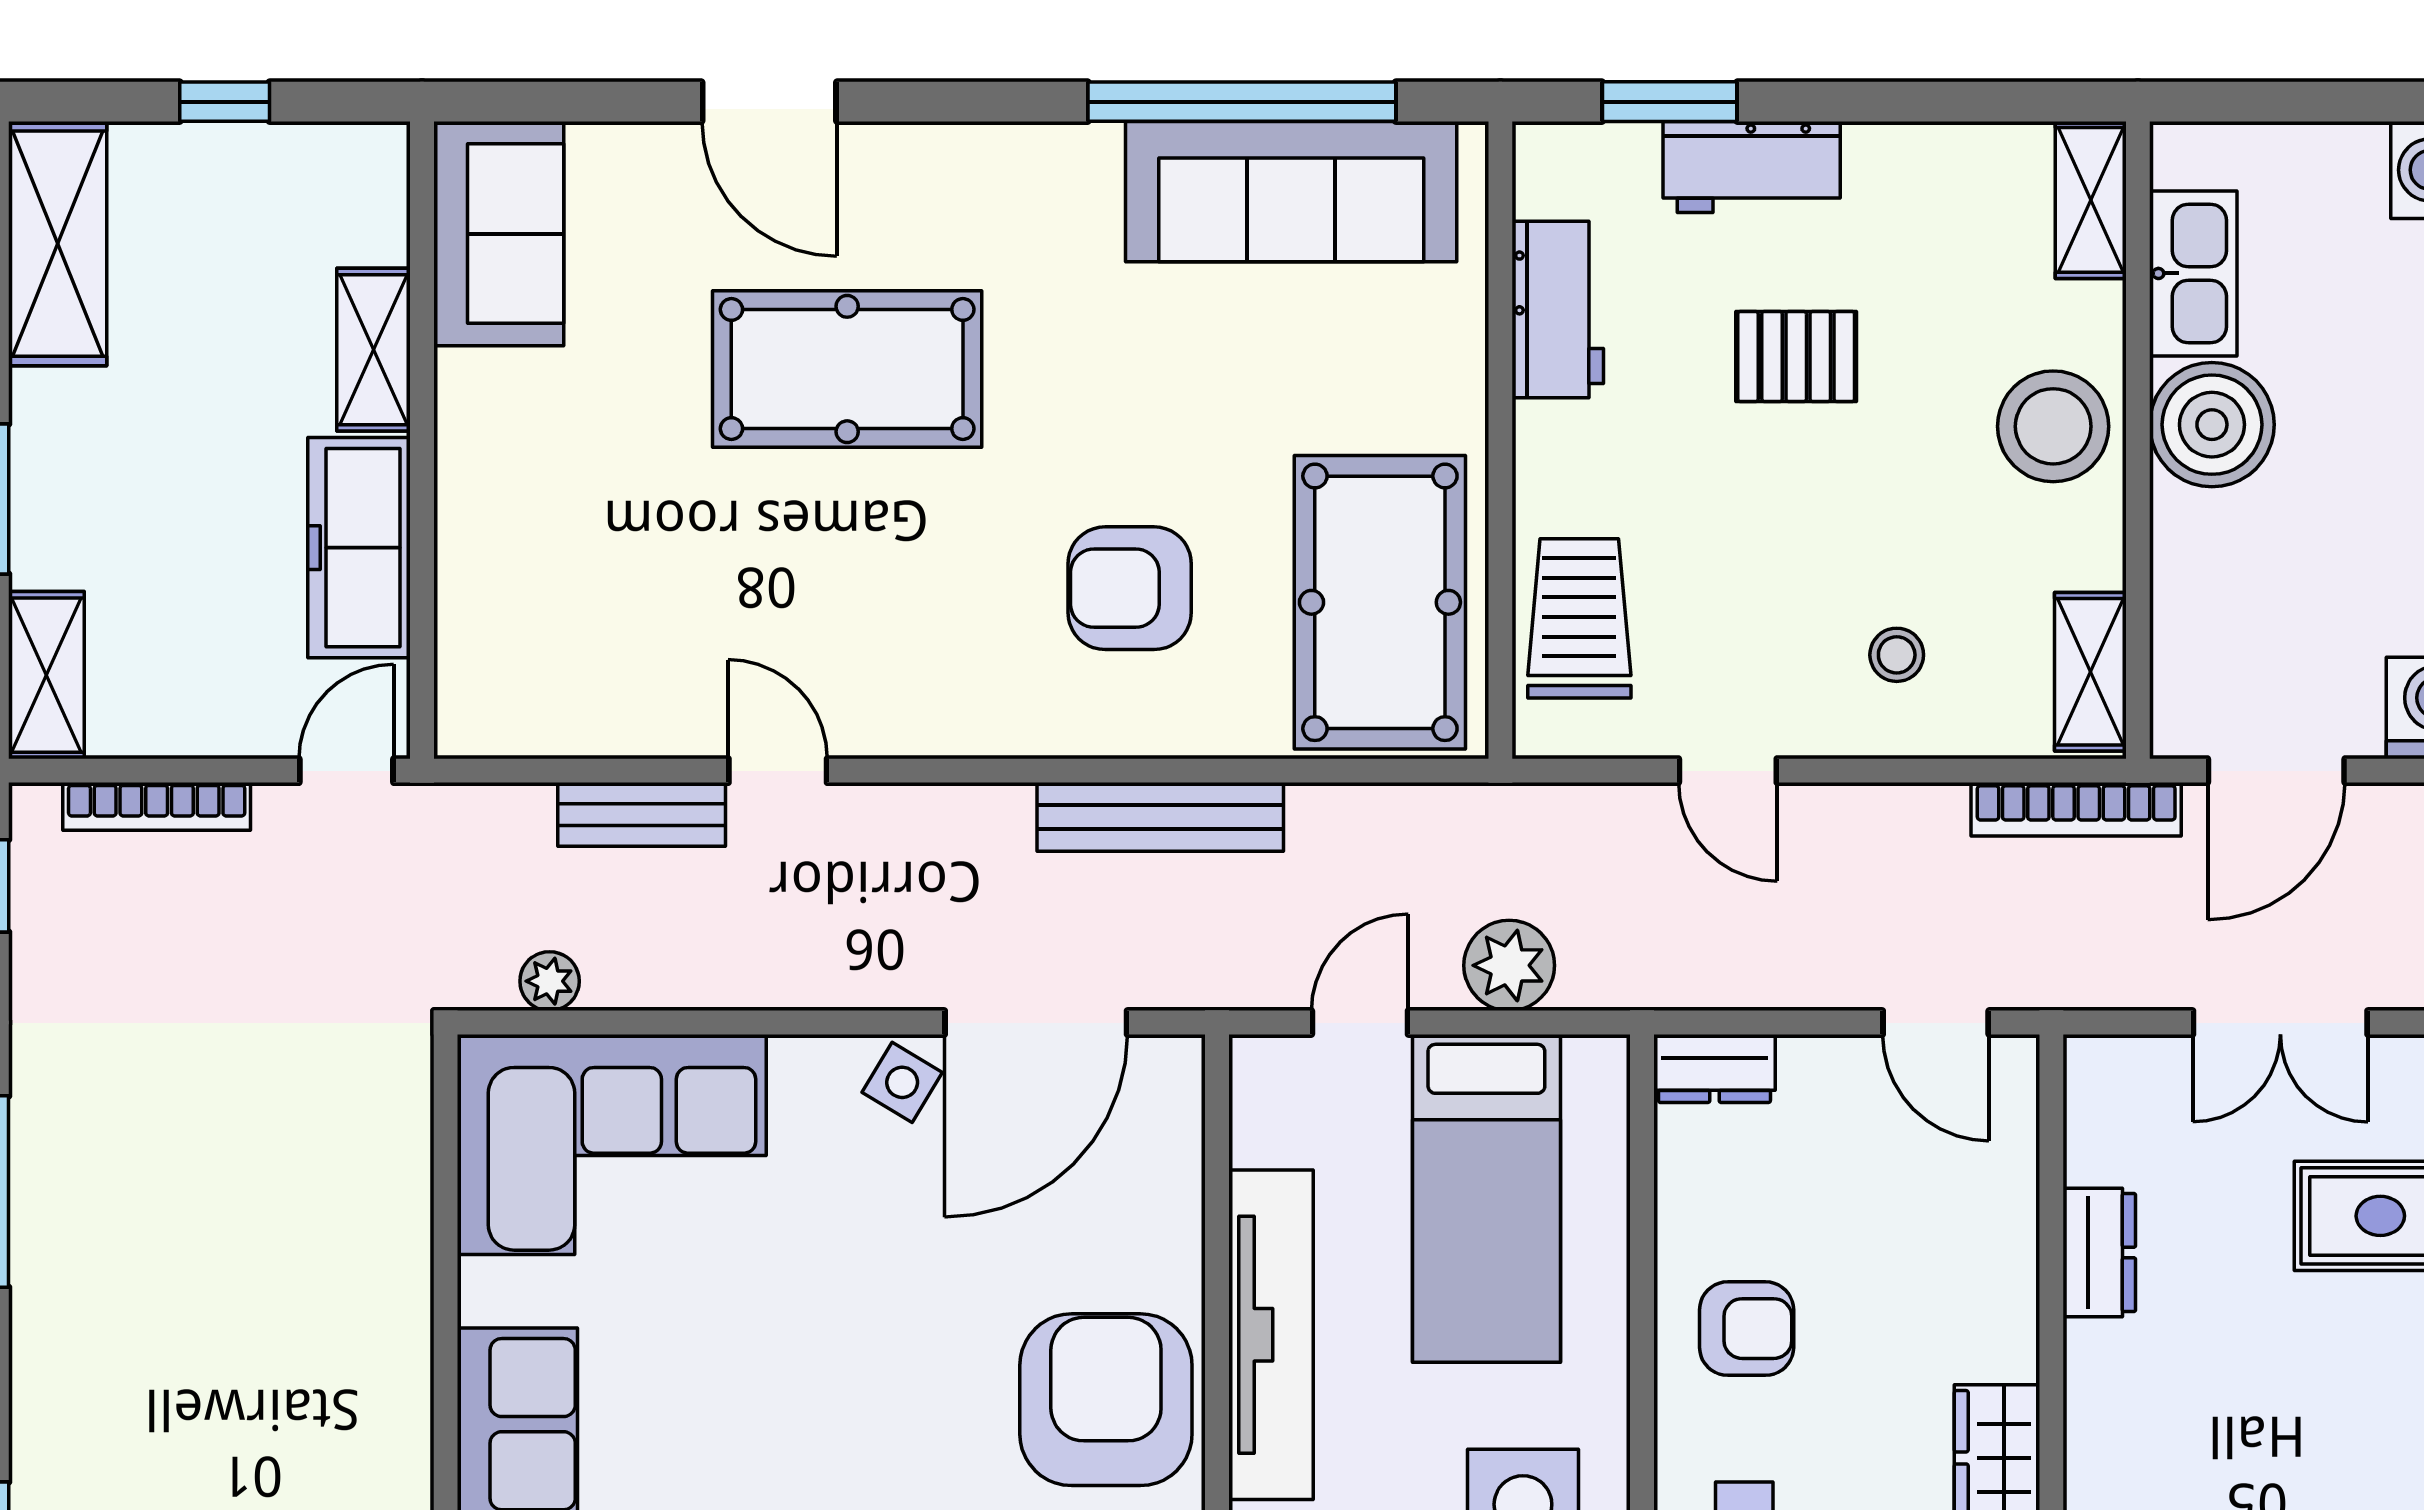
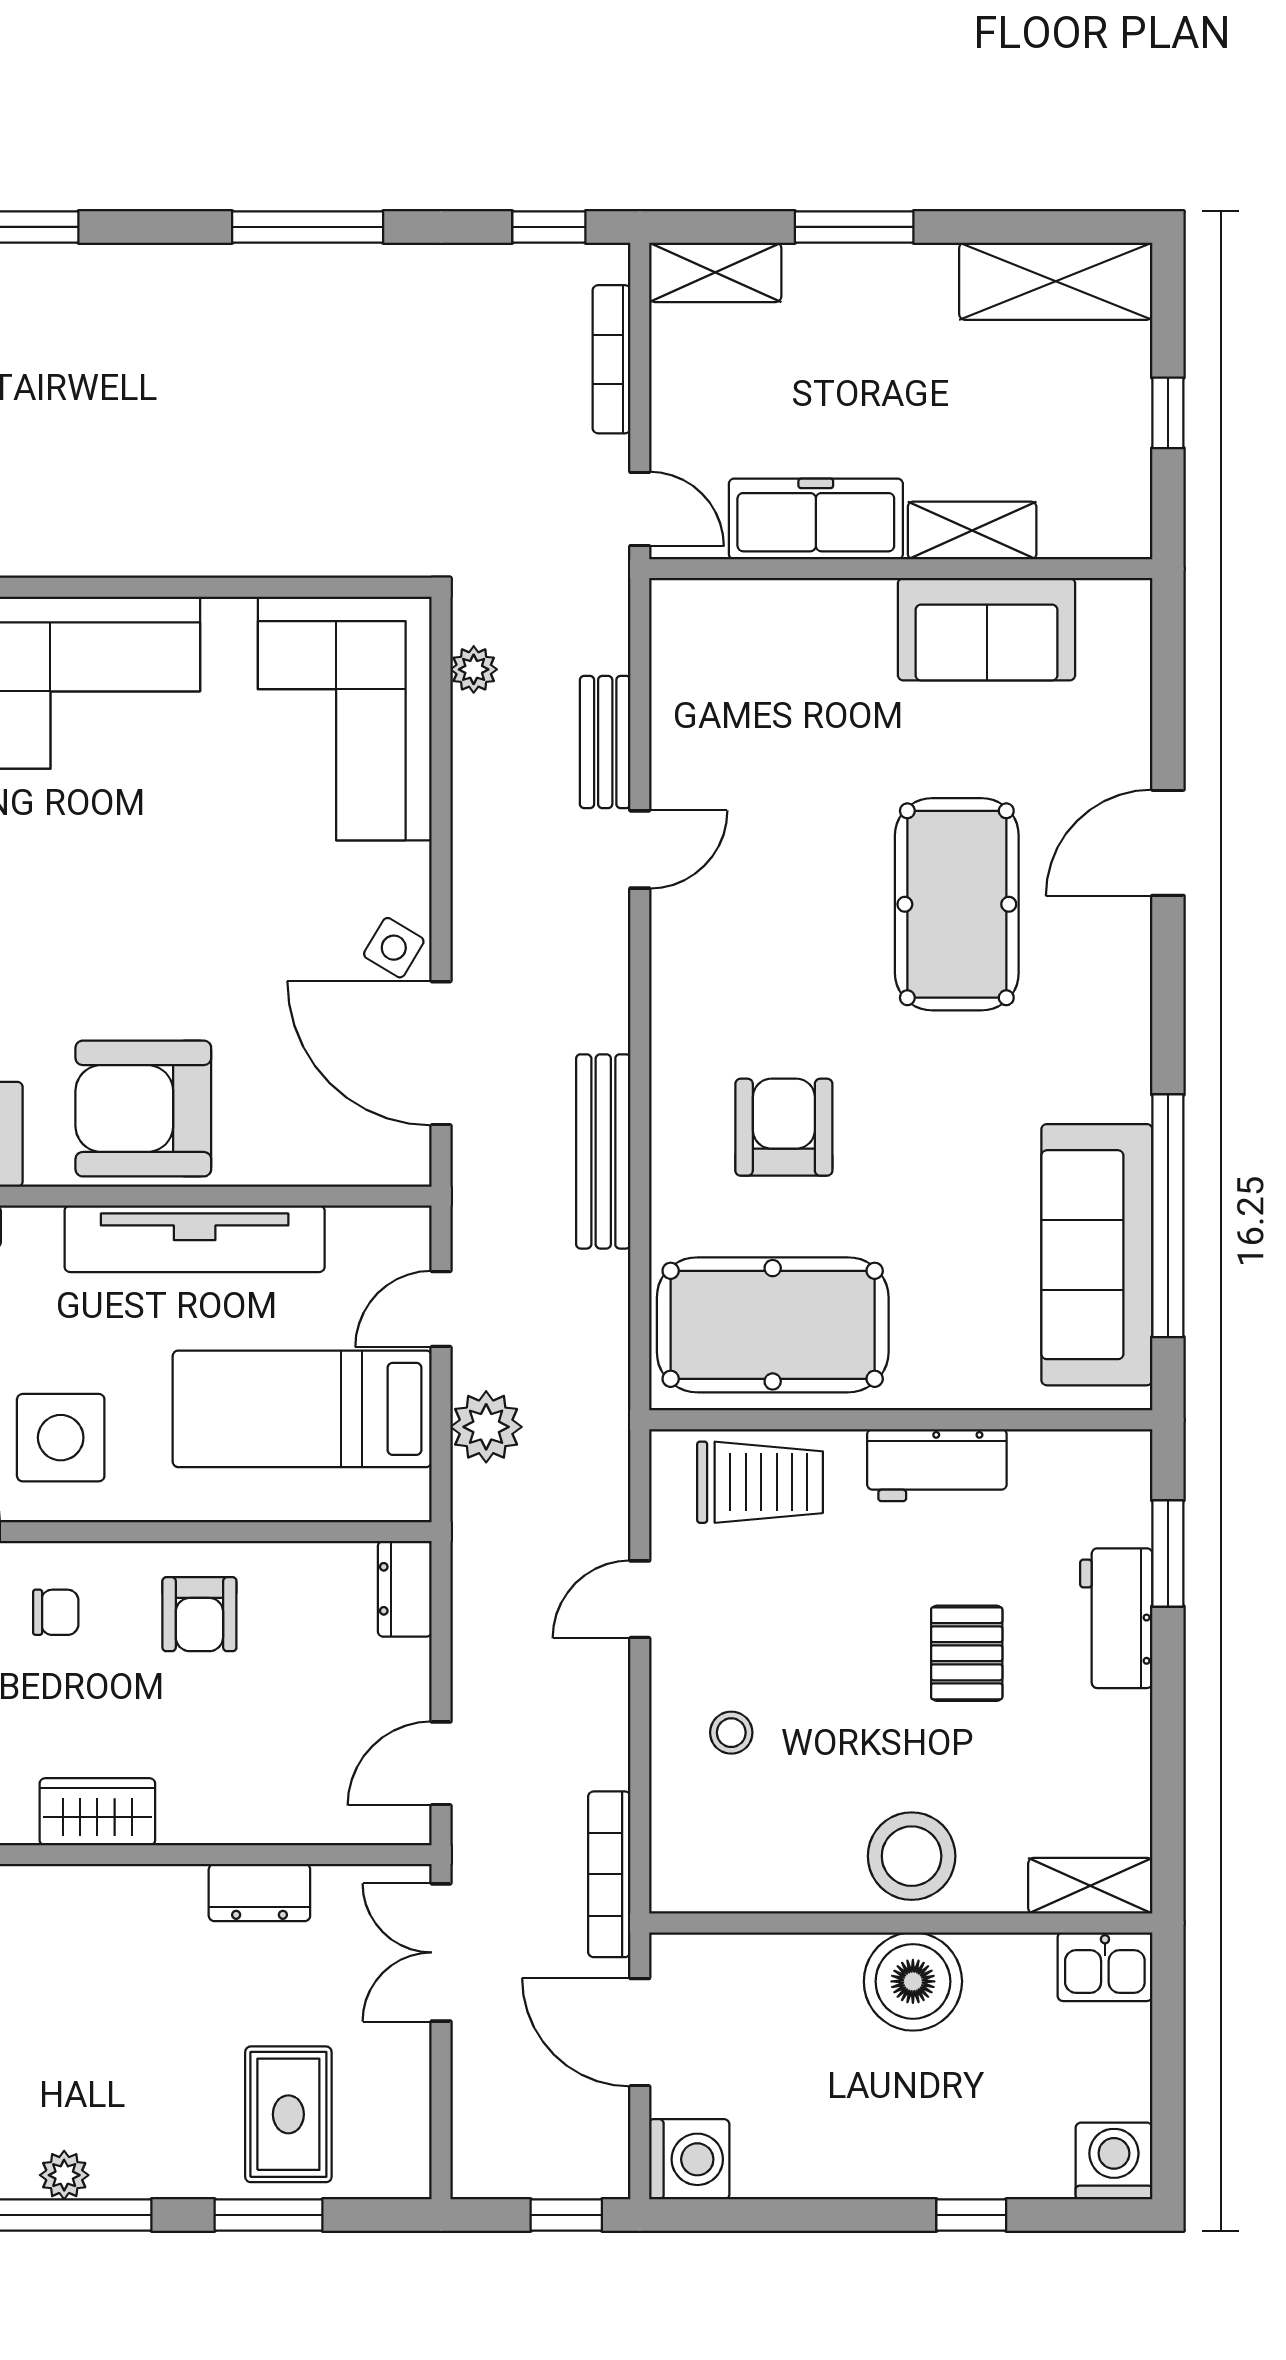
sofa: (499, 234) -> (987, 629), moved
kitchen sink: (2193, 273) -> (1105, 1967), moved, width x0.73
workbench: (1558, 309) -> (937, 1465), moved
shelving: (2090, 672) -> (718, 1885), removed
door: (1360, 1023) -> (441, 1309), swing flipped
double door: (2280, 1023) -> (441, 1952), moved
armchair: (1106, 1400) -> (143, 1109), turned 180

